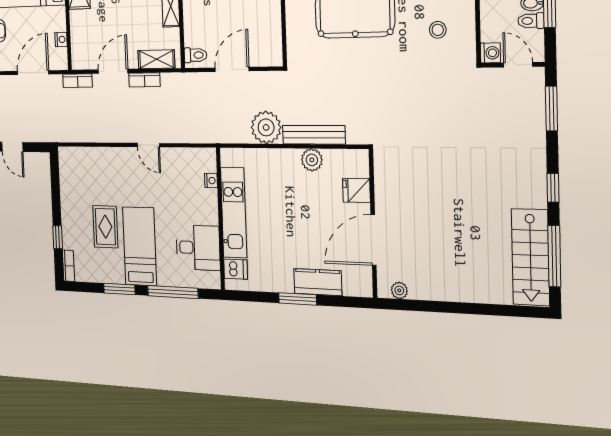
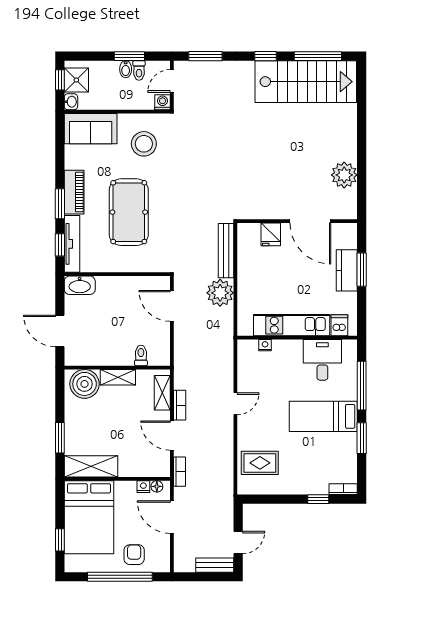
stool: (438, 30) -> (144, 144), width x1.89, depth x1.89
floor lamp: (62, 55) -> (157, 486), added
toilet: (195, 55) -> (141, 355), moved
door: (232, 69) -> (172, 306), moved
plant: (312, 160) -> (247, 253), removed
fridge: (356, 190) -> (271, 234), moved
wall: (373, 224) -> (297, 221), moved
rug: (105, 227) -> (260, 463), moved
door: (373, 240) -> (310, 221), moved
stairs: (530, 257) -> (306, 82), width x1.36, depth x1.51
kitchen counter: (318, 282) -> (347, 270), moved
plant: (399, 290) -> (344, 175), width x1.87, depth x1.87

